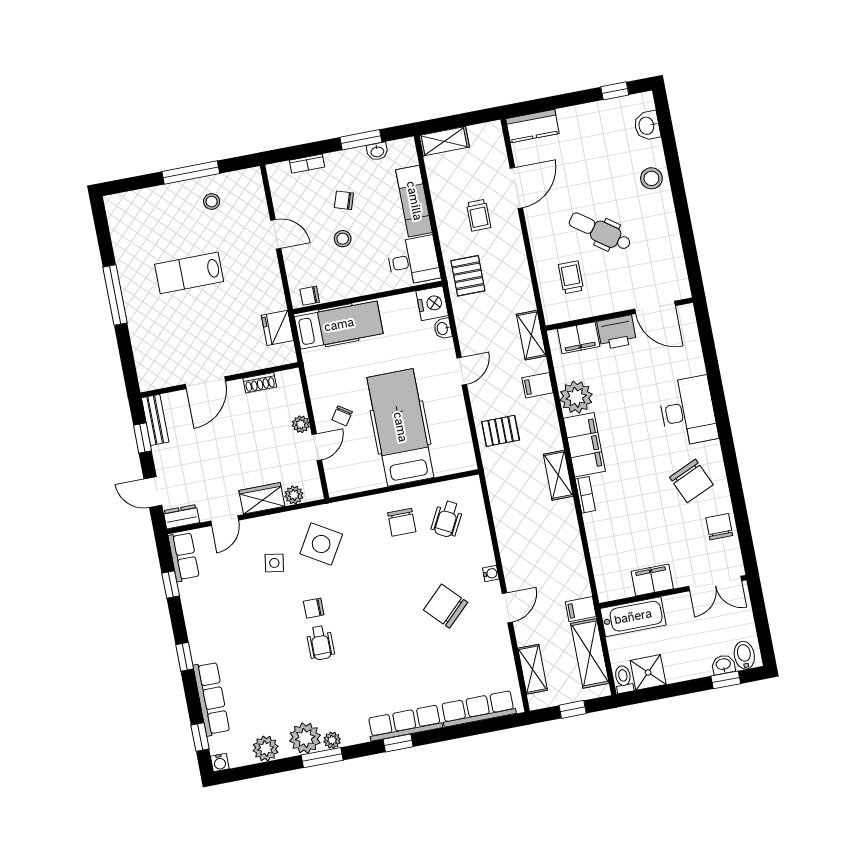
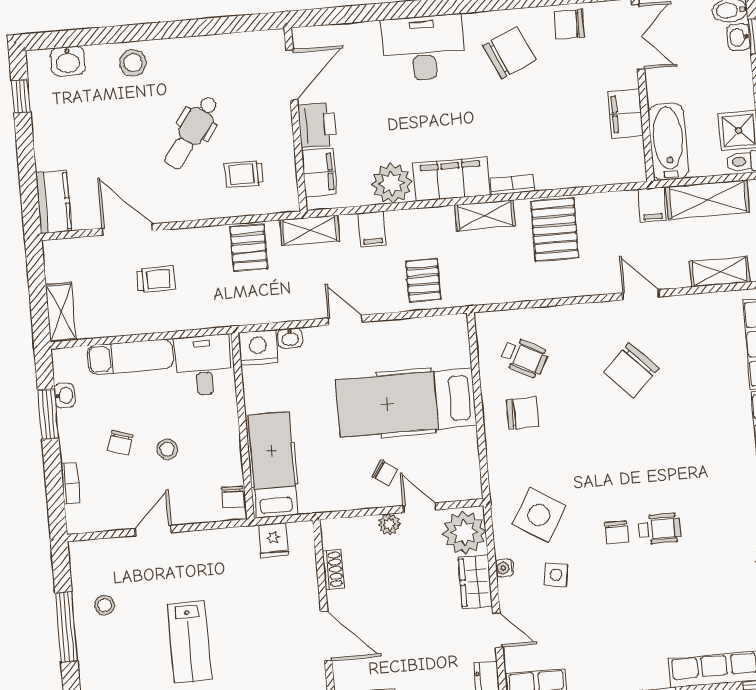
pallet: (468, 276) -> (249, 248), moved, turned 90
fridge: (277, 328) -> (273, 540), width x0.72
plant: (294, 495) -> (464, 533), width x1.87, depth x1.87
pallet: (553, 532) -> (555, 230), added
water cooler: (491, 573) -> (504, 568), moved, turned -90

